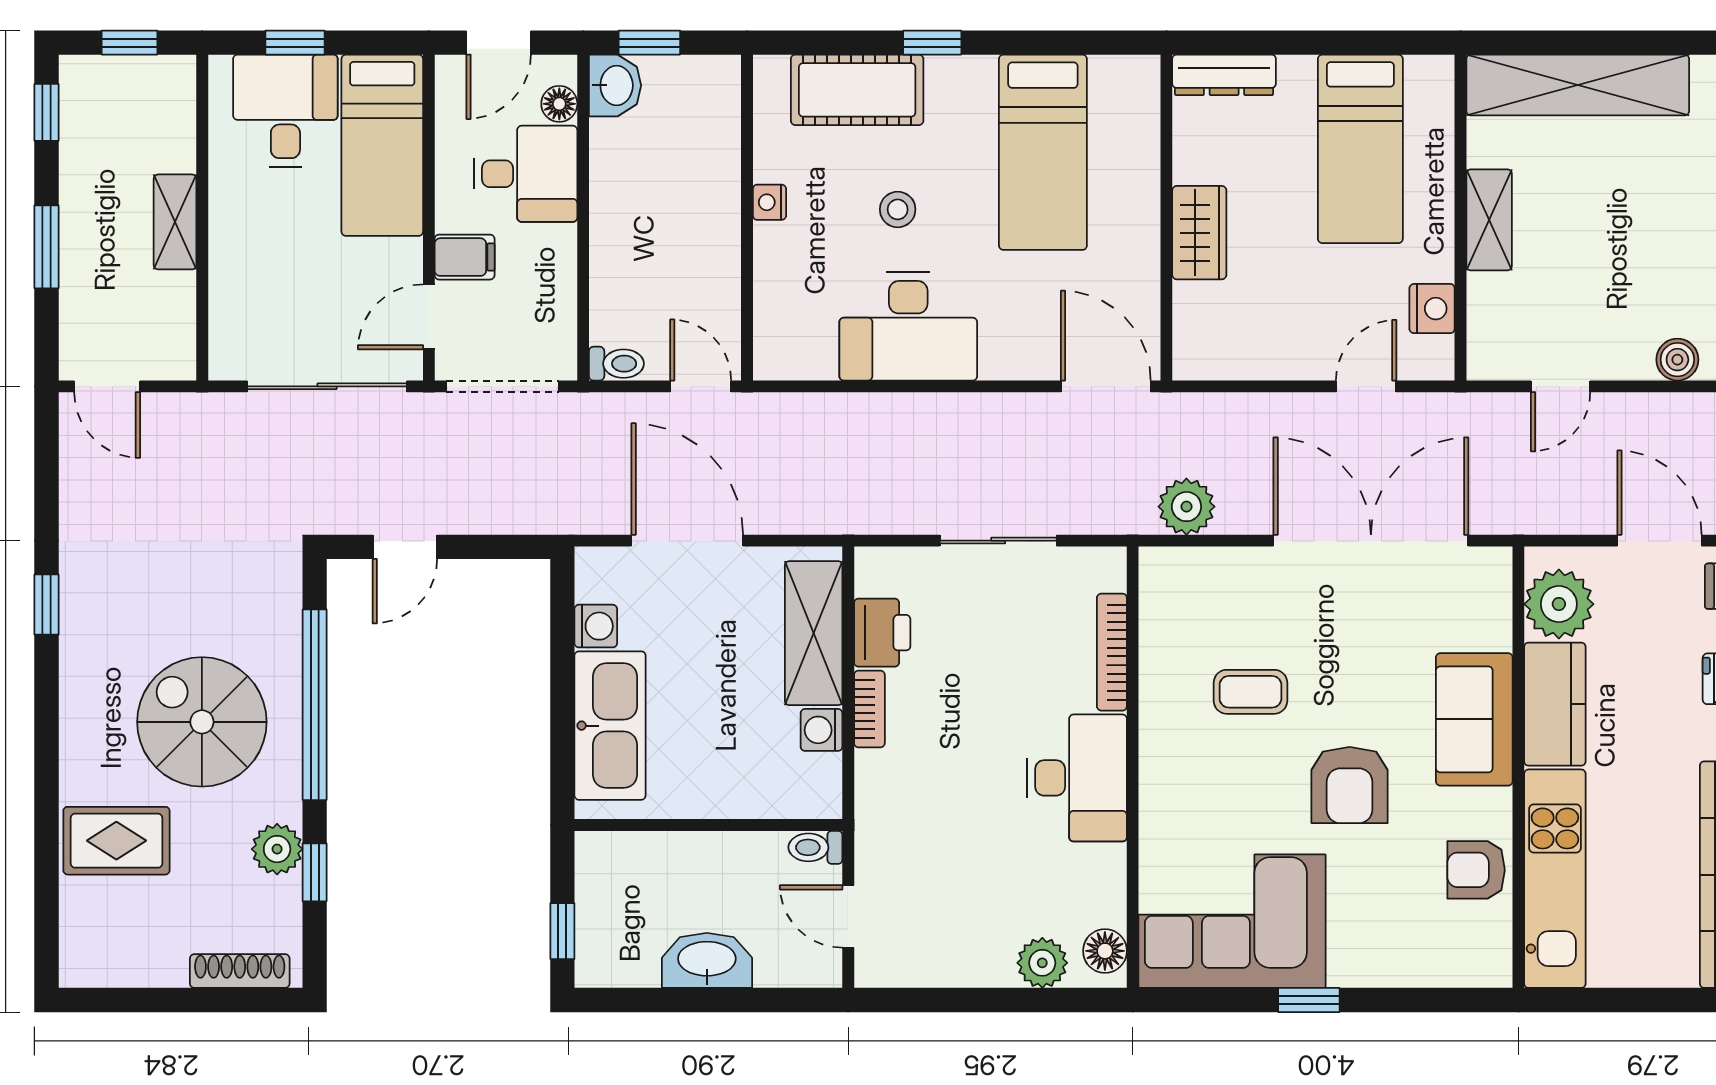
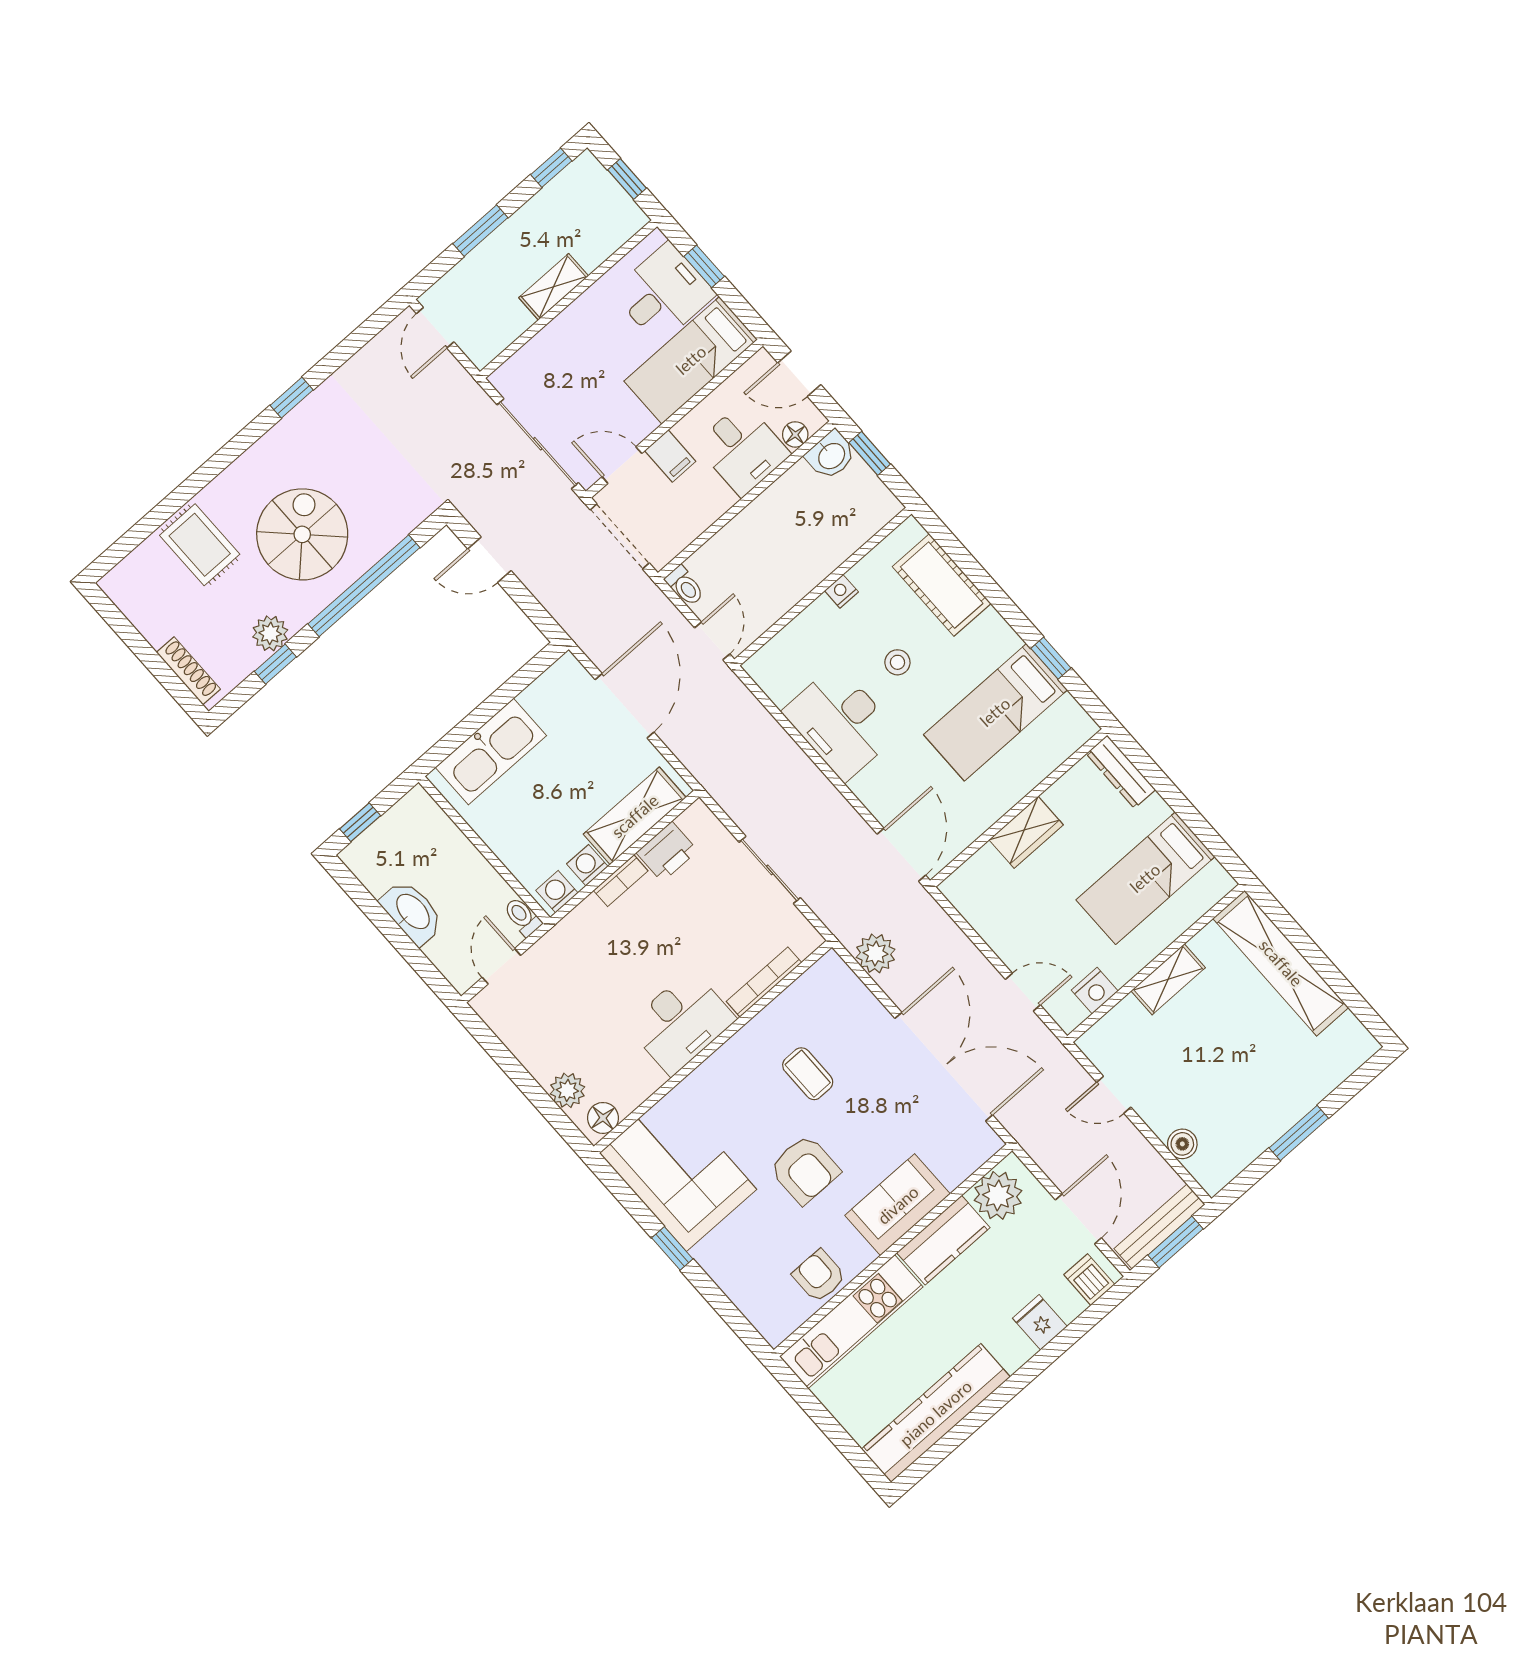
window: (932, 43) -> (1051, 658), moved
washing machine: (596, 626) -> (557, 892), moved, turned 180
armchair: (1350, 785) -> (805, 1170), turned -90

